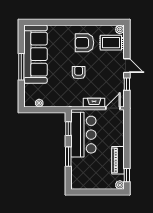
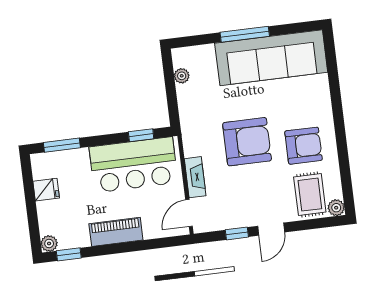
armchair: (84, 43) -> (303, 146), turned 90
armchair: (79, 73) -> (247, 142), width x1.88, depth x1.88
door: (113, 108) -> (189, 213), swing flipped
window: (68, 157) -> (62, 145), moved
piano: (118, 160) -> (116, 232), moved
fridge: (91, 183) -> (46, 190), added

